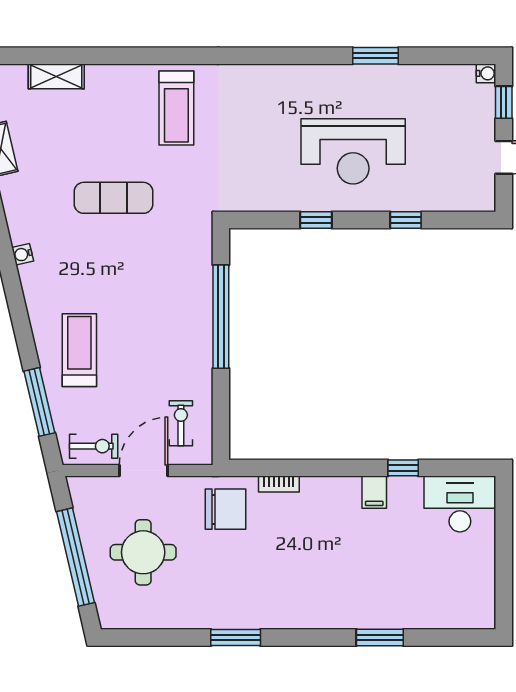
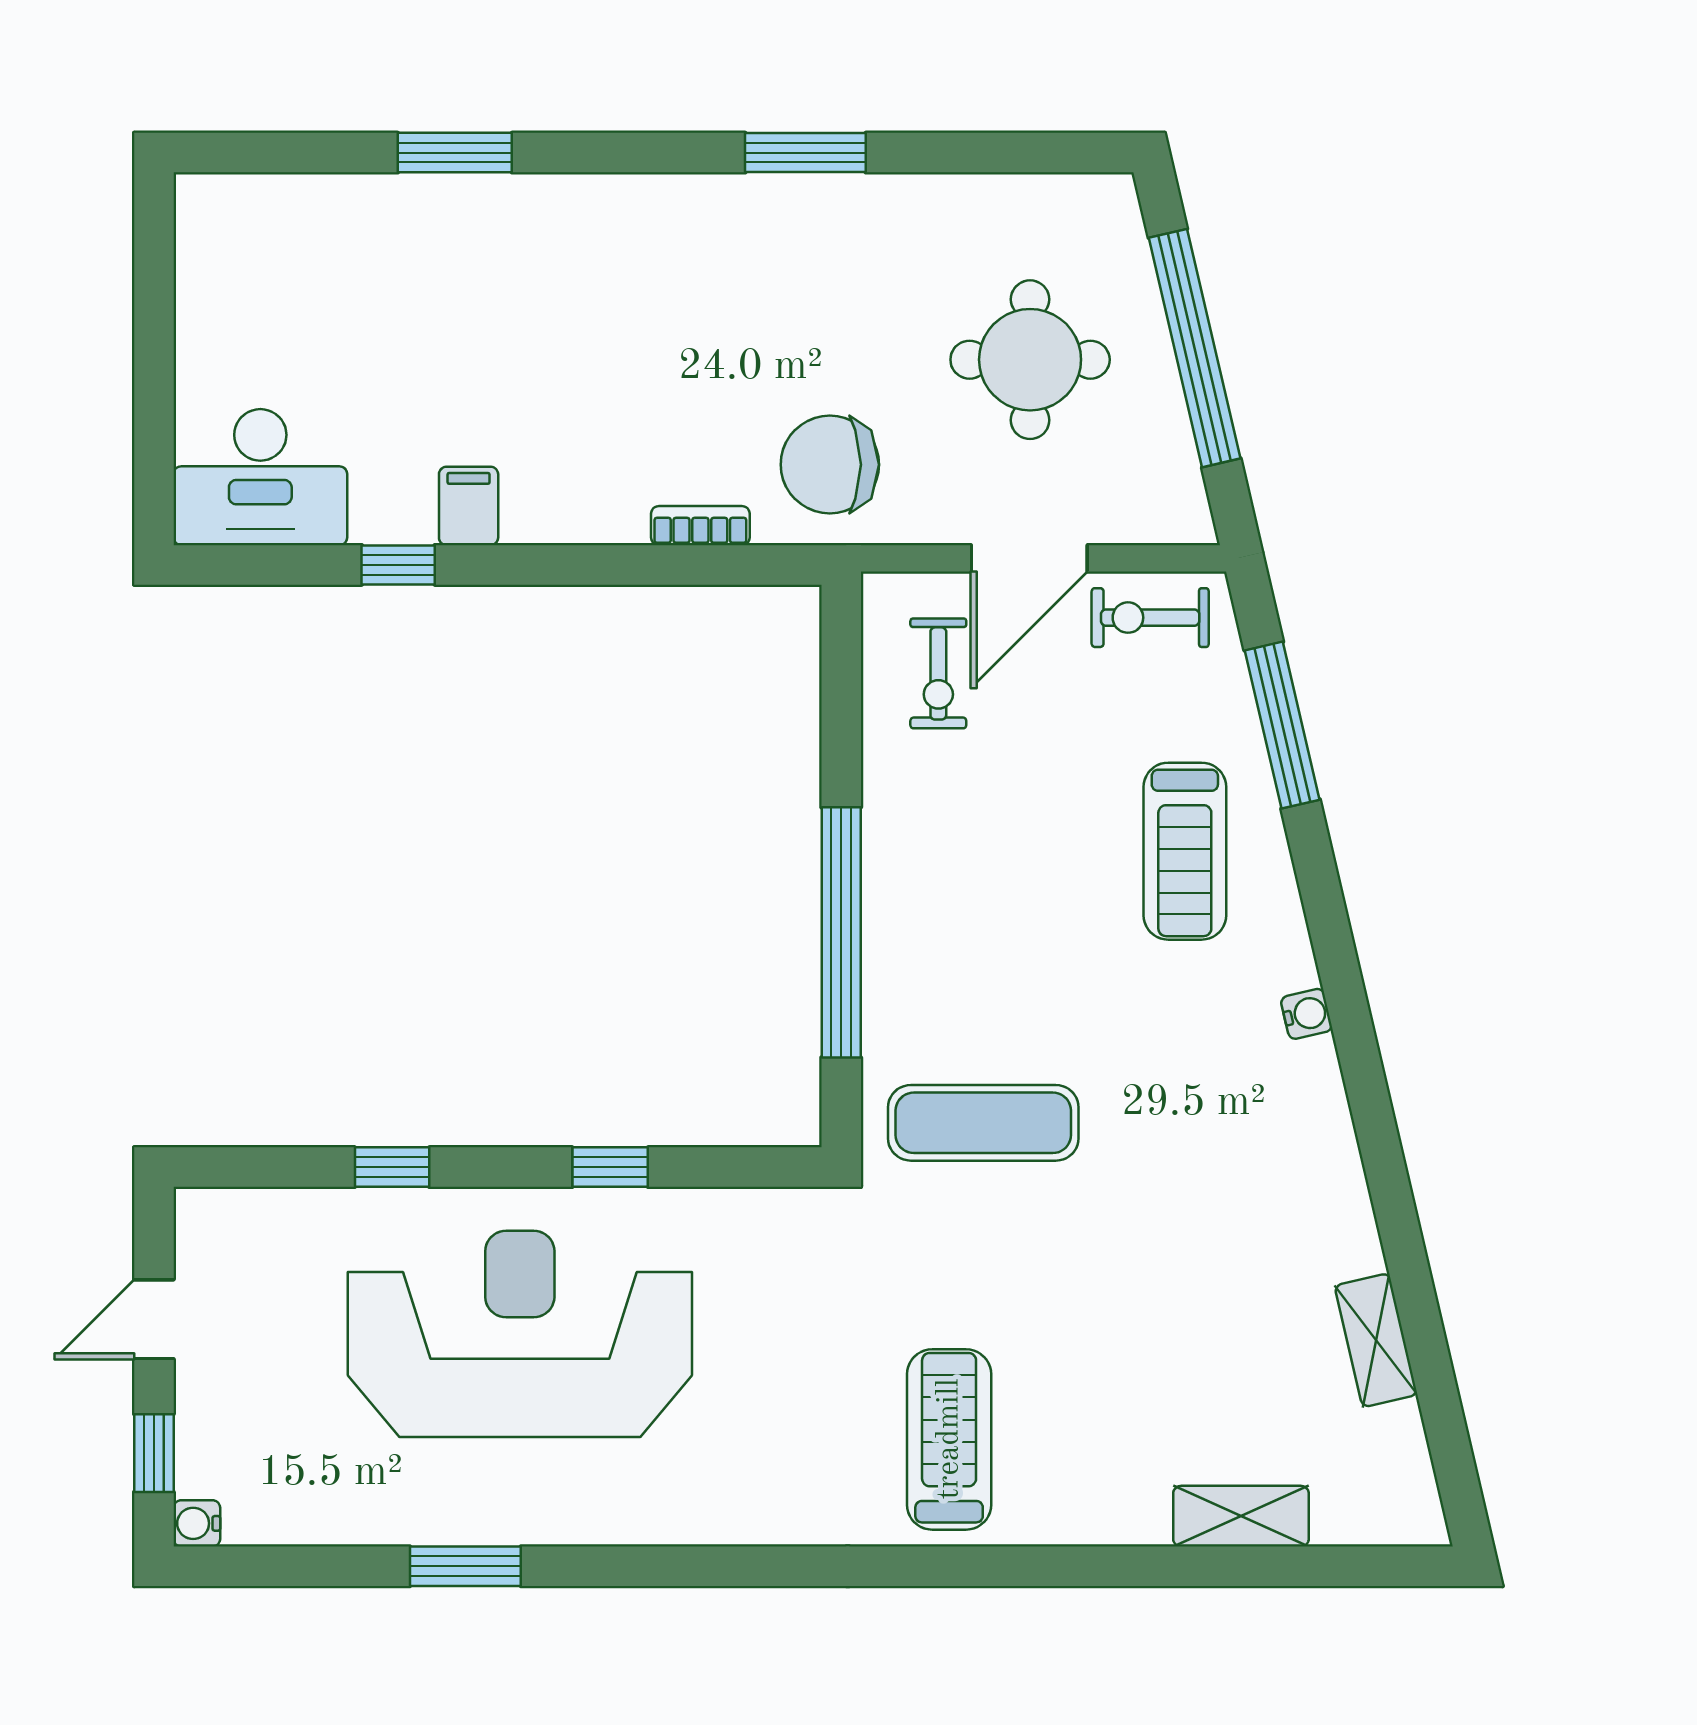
reception desk: (353, 151) -> (520, 1334), width x1.36, depth x1.30
exercise mat: (114, 198) -> (983, 1123), moved
water cooler: (23, 254) -> (1306, 1014), moved

